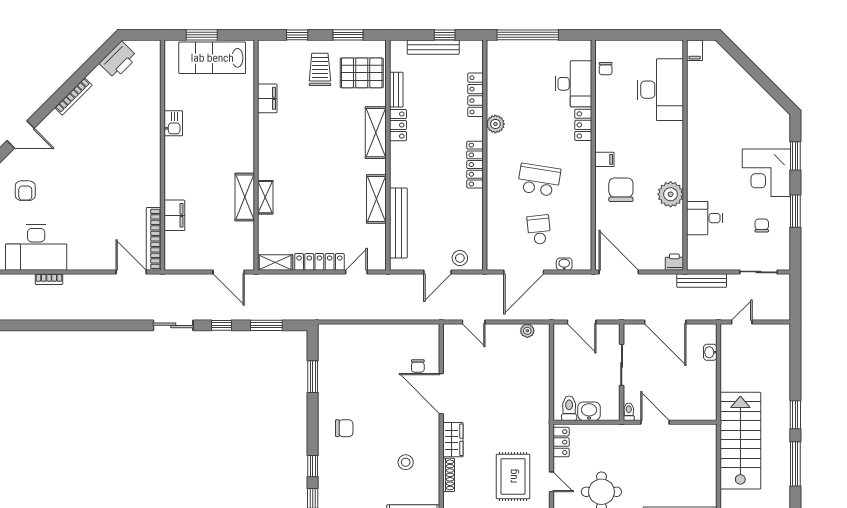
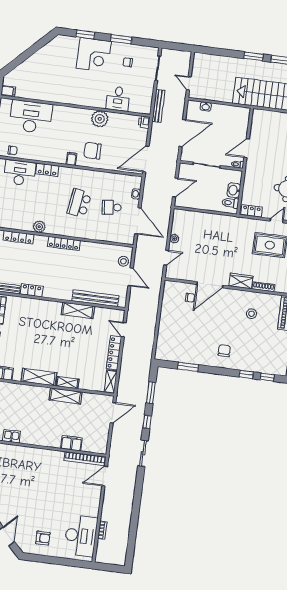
shelving: (376, 133) -> (39, 377), moved
plant: (527, 331) -> (174, 239), moved

